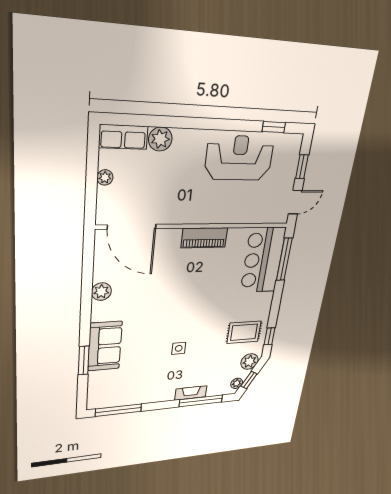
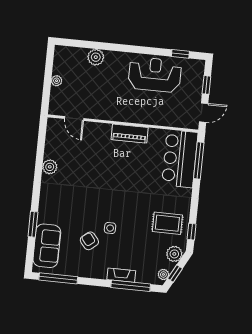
row of seats: (123, 137) -> (70, 54), removed
door: (132, 227) -> (74, 118), width x0.53
sofa: (105, 346) -> (47, 246), moved
armchair: (154, 366) -> (89, 241), added

